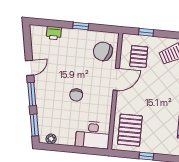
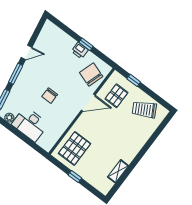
printer: (54, 33) -> (80, 51), moved
desk: (93, 135) -> (30, 124), moved

